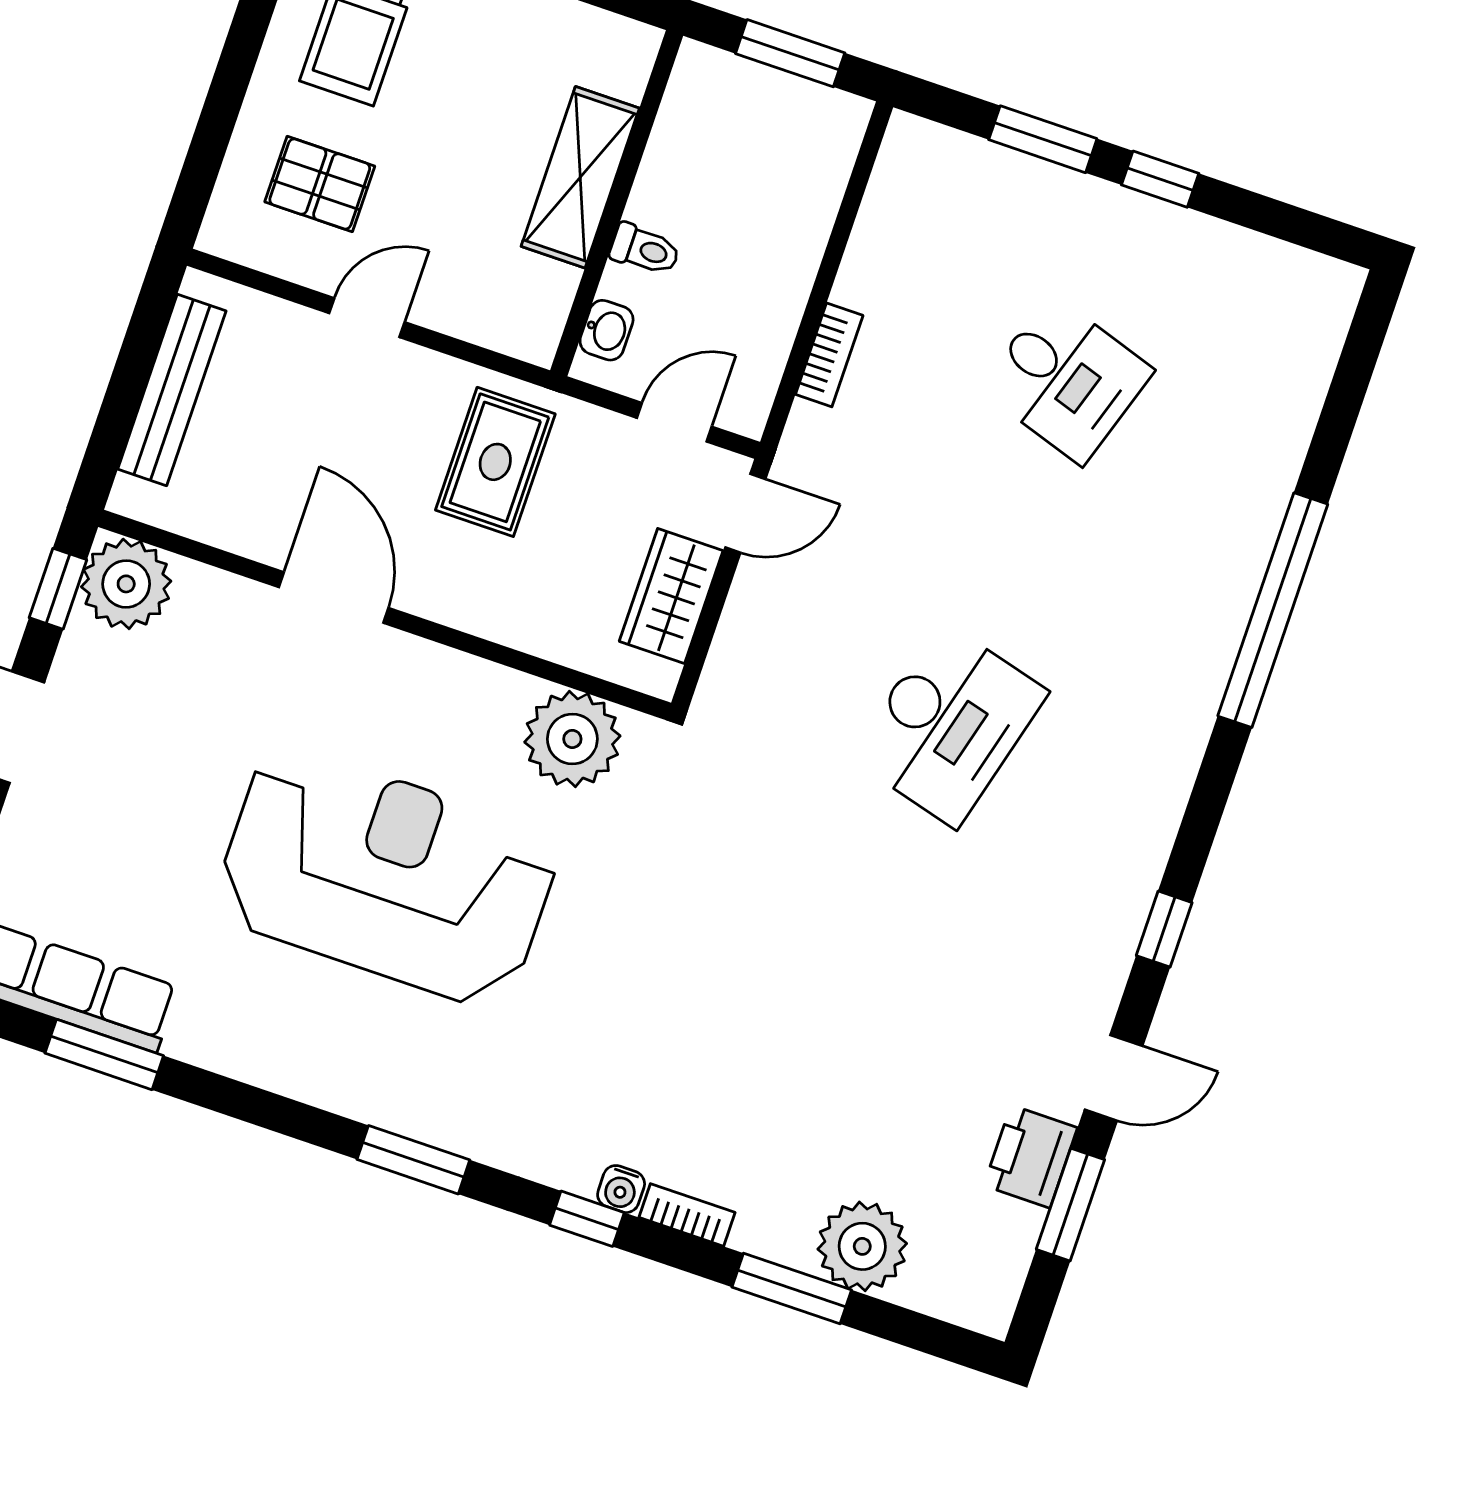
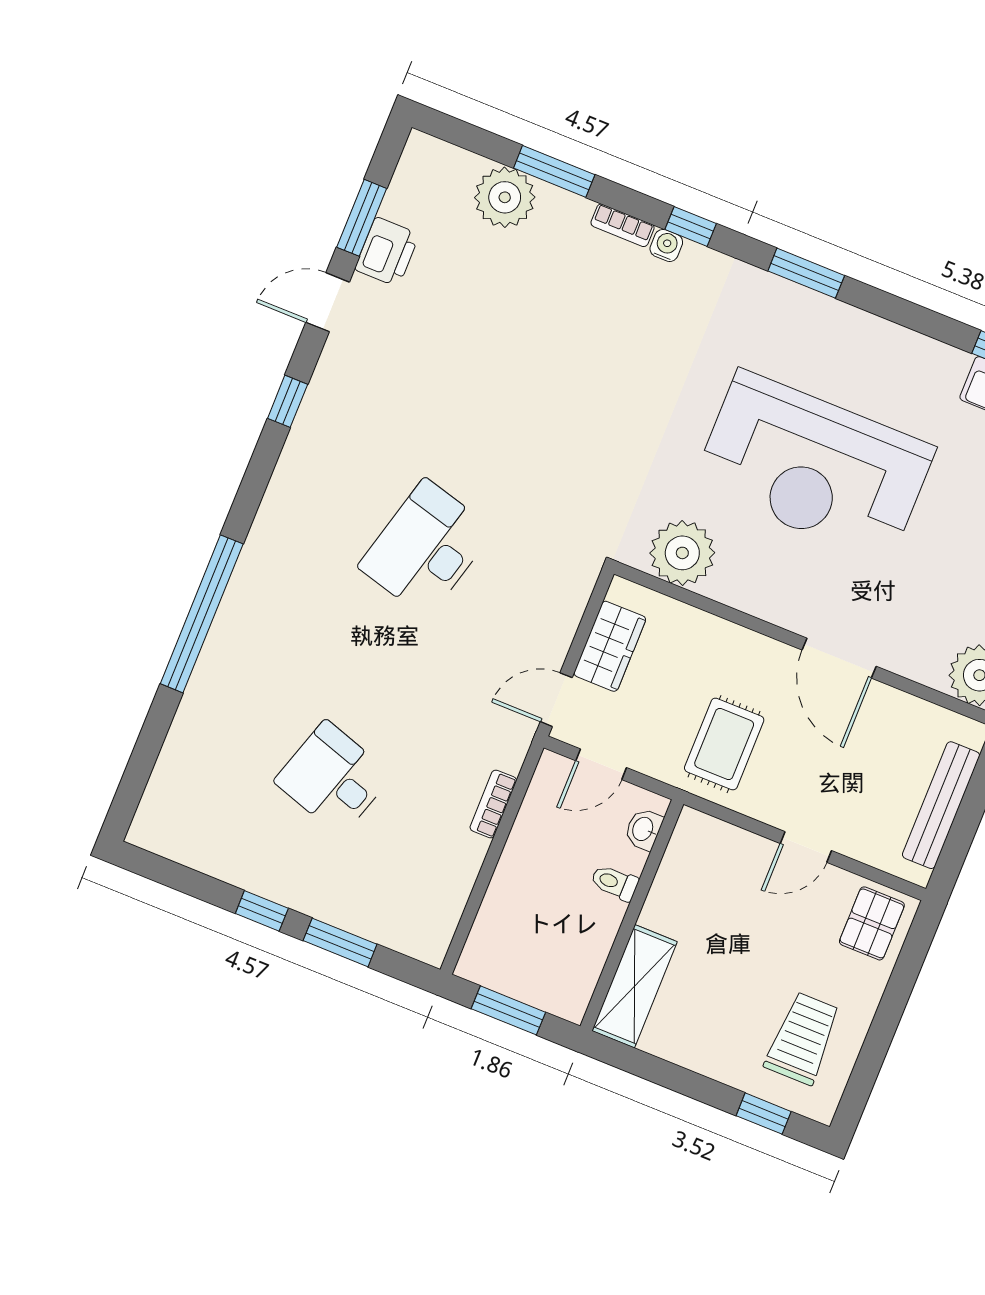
shelving: (580, 177) -> (635, 986), moved
pallet: (320, 184) -> (872, 923), moved, turned 90

